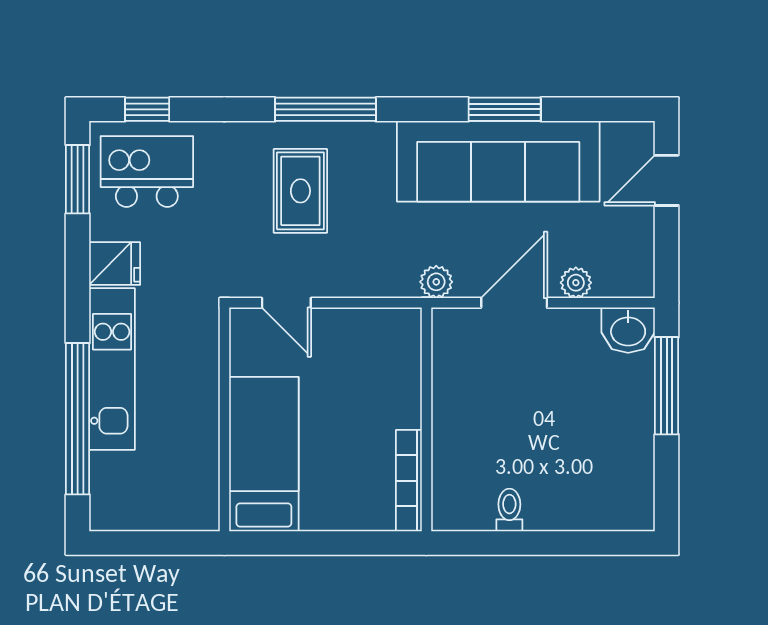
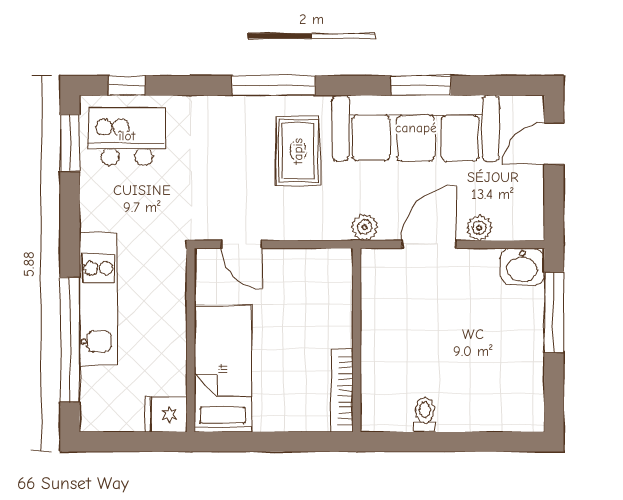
rug: (300, 191) -> (298, 151), moved
fridge: (115, 264) -> (166, 415), moved, turned 180

